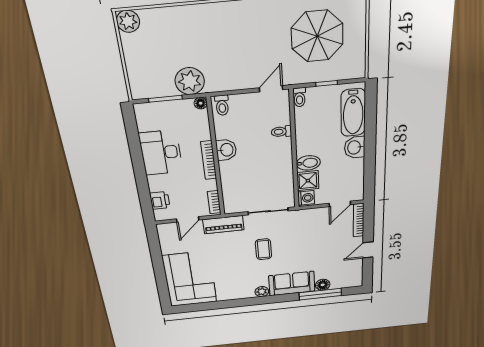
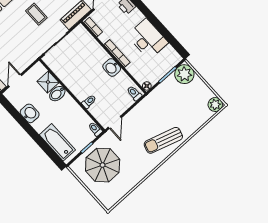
sun lounger: (229, 25) -> (163, 140), added
parasol: (317, 36) -> (103, 165), moved
plant: (190, 81) -> (184, 74), moved
washbasin: (355, 147) -> (30, 113), moved
washing machine: (306, 198) -> (39, 70), removed

